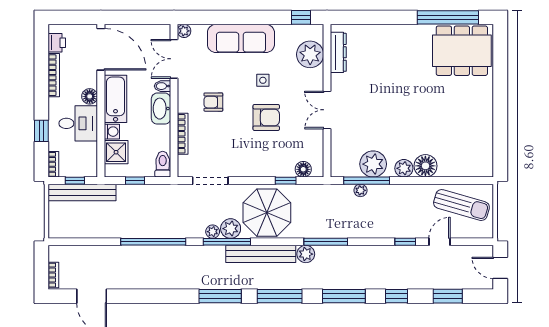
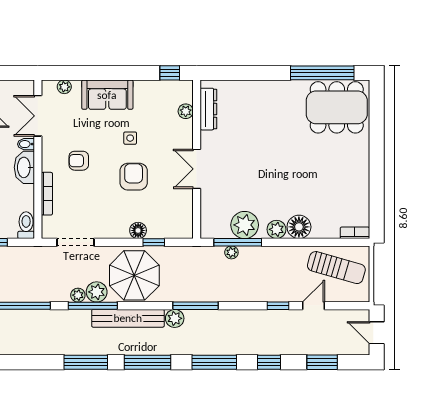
plant: (184, 31) -> (64, 87), moved
sofa: (241, 38) -> (107, 95), width x0.73
plant: (310, 54) -> (186, 111), width x0.53, depth x0.53
armchair: (266, 117) -> (134, 177), turned -90
floor lamp: (303, 169) -> (138, 230), moved
bookcase: (479, 172) -> (355, 233), added

